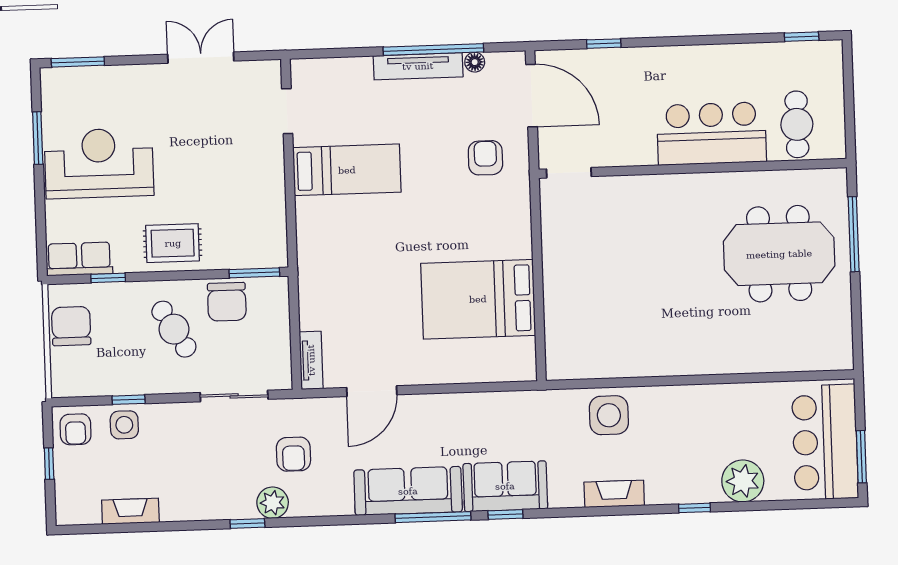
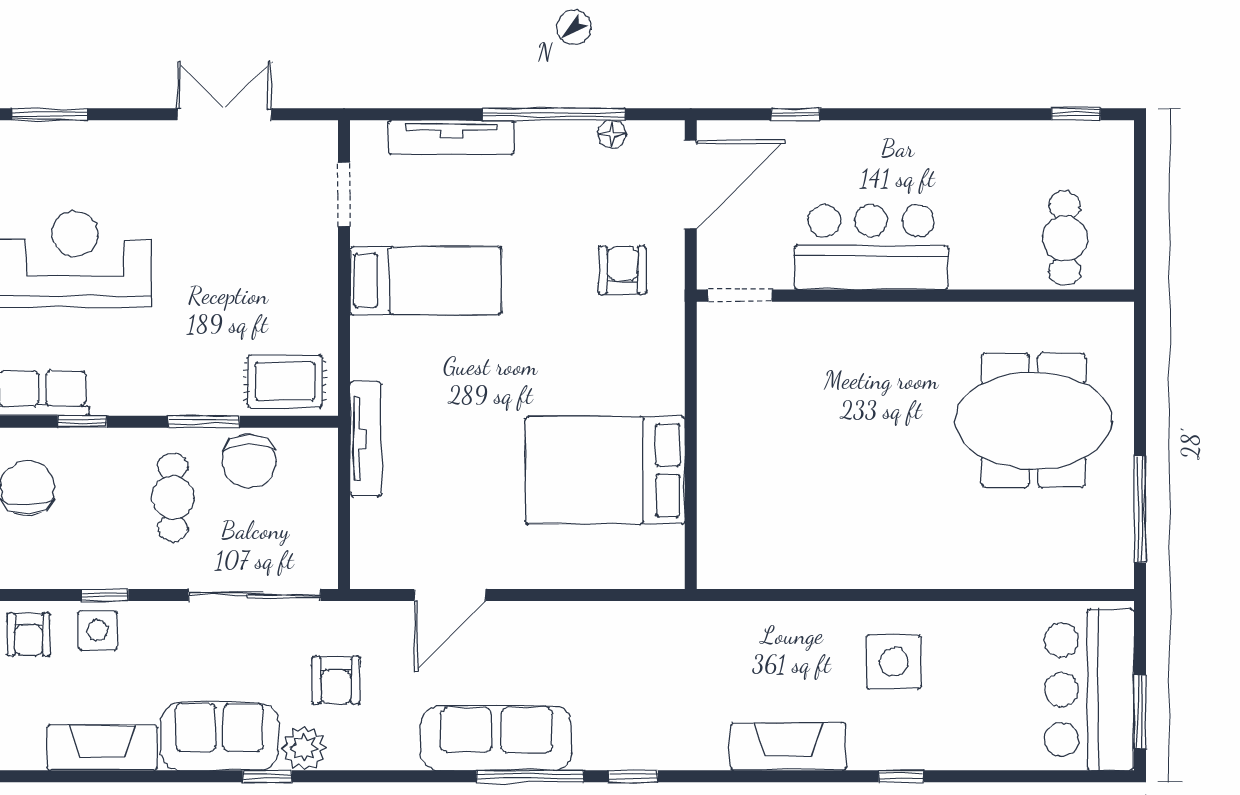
tv unit: (418, 66) -> (451, 137), moved
door: (532, 96) -> (691, 185), hinge flipped
bar counter: (711, 134) -> (871, 247), moved
window: (854, 234) -> (1140, 509), moved
rug: (173, 243) -> (285, 381), moved
window: (254, 273) -> (204, 422), moved
cafe table: (174, 329) -> (173, 497), turned 31
tv unit: (311, 360) -> (365, 439), moved, width x1.41
sliding door: (234, 396) -> (255, 595), width x1.37
side table: (609, 415) -> (894, 662), moved
plant: (743, 481) -> (971, 741), removed
sofa: (505, 486) -> (220, 736), moved
fireplace: (614, 494) -> (788, 747), width x1.37, depth x1.32
fireplace: (130, 511) -> (102, 748), width x1.37, depth x1.32

